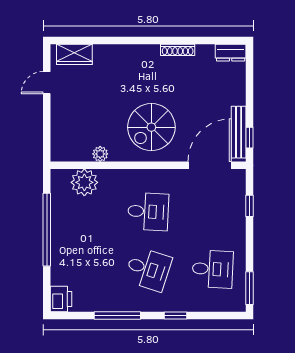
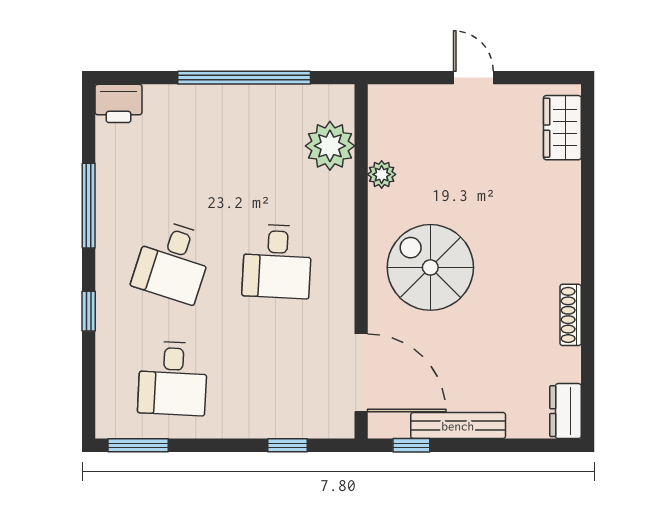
door: (47, 83) -> (473, 78), moved
bench: (239, 132) -> (458, 426), moved

